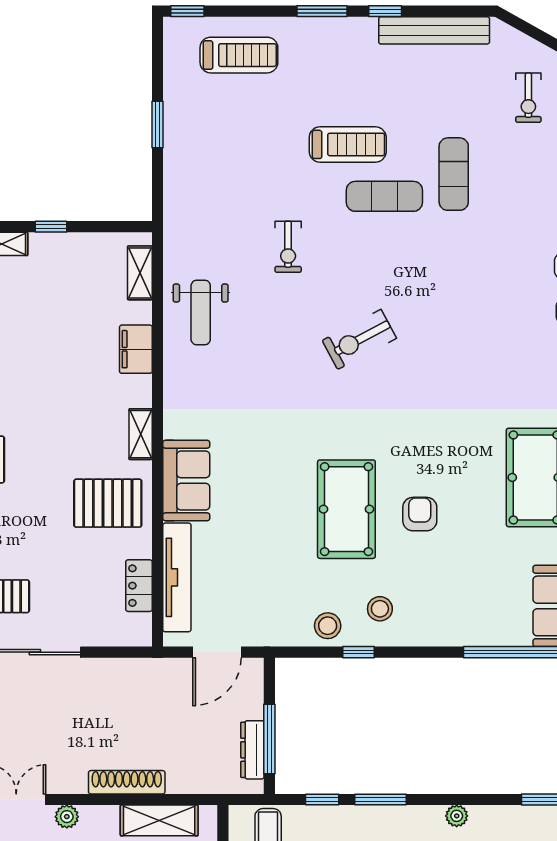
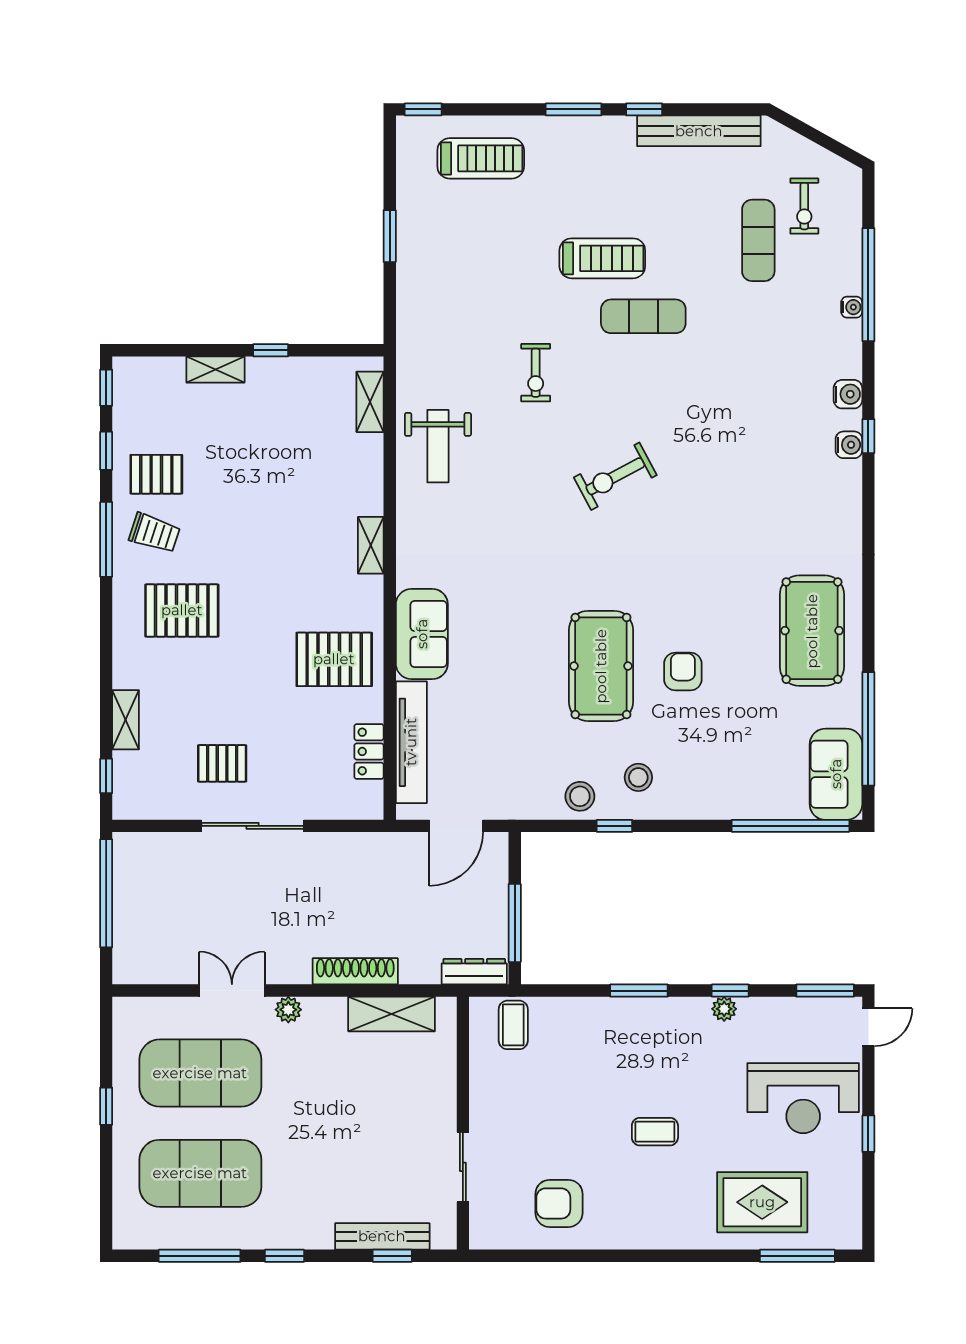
exercise mat: (454, 174) -> (758, 240), moved
filing cabinet: (136, 349) -> (366, 487), removed
shelving: (141, 434) -> (371, 545), moved
dresser: (252, 750) -> (474, 972), moved, turned 90
window: (322, 799) -> (730, 991), moved

